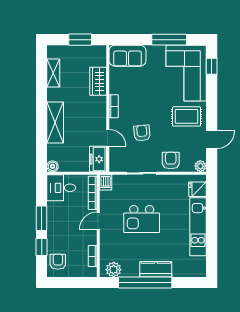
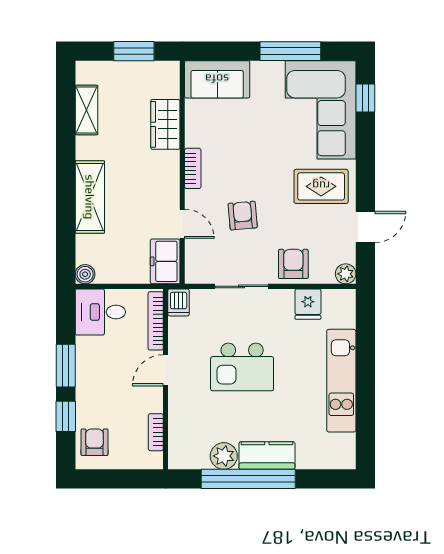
fridge: (197, 189) -> (308, 304), moved, turned -90
plant: (114, 270) -> (224, 456), moved

